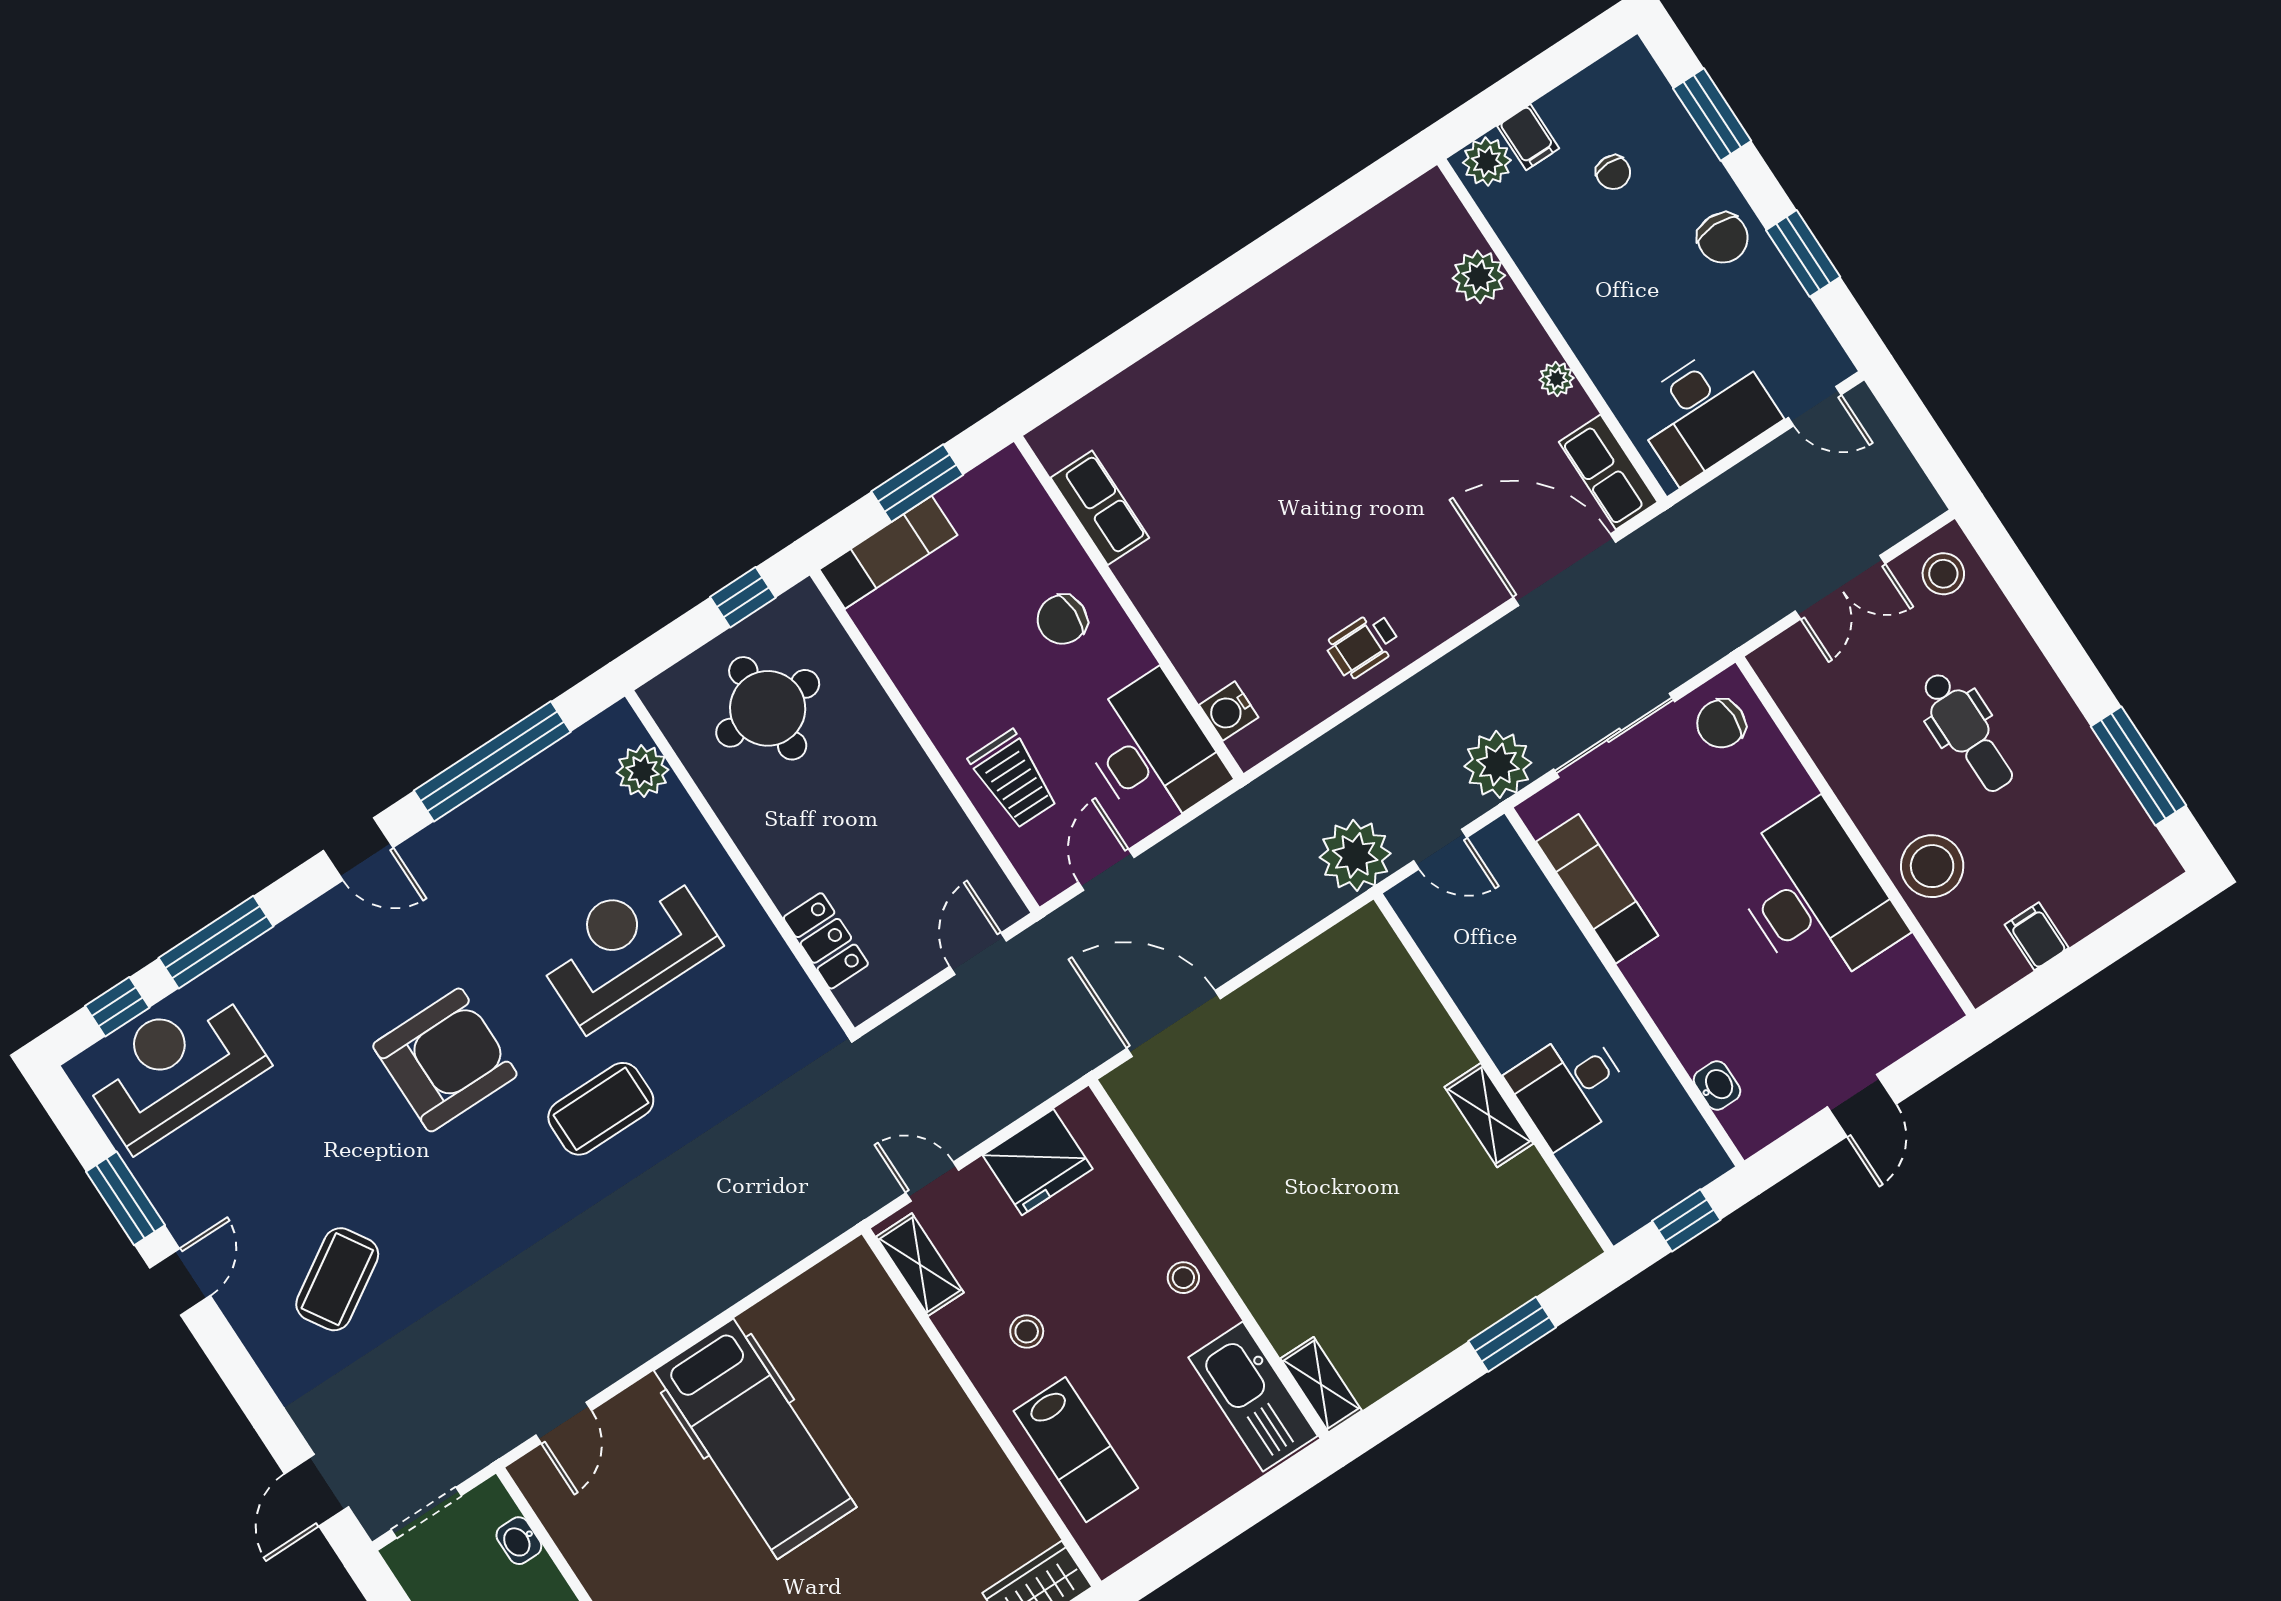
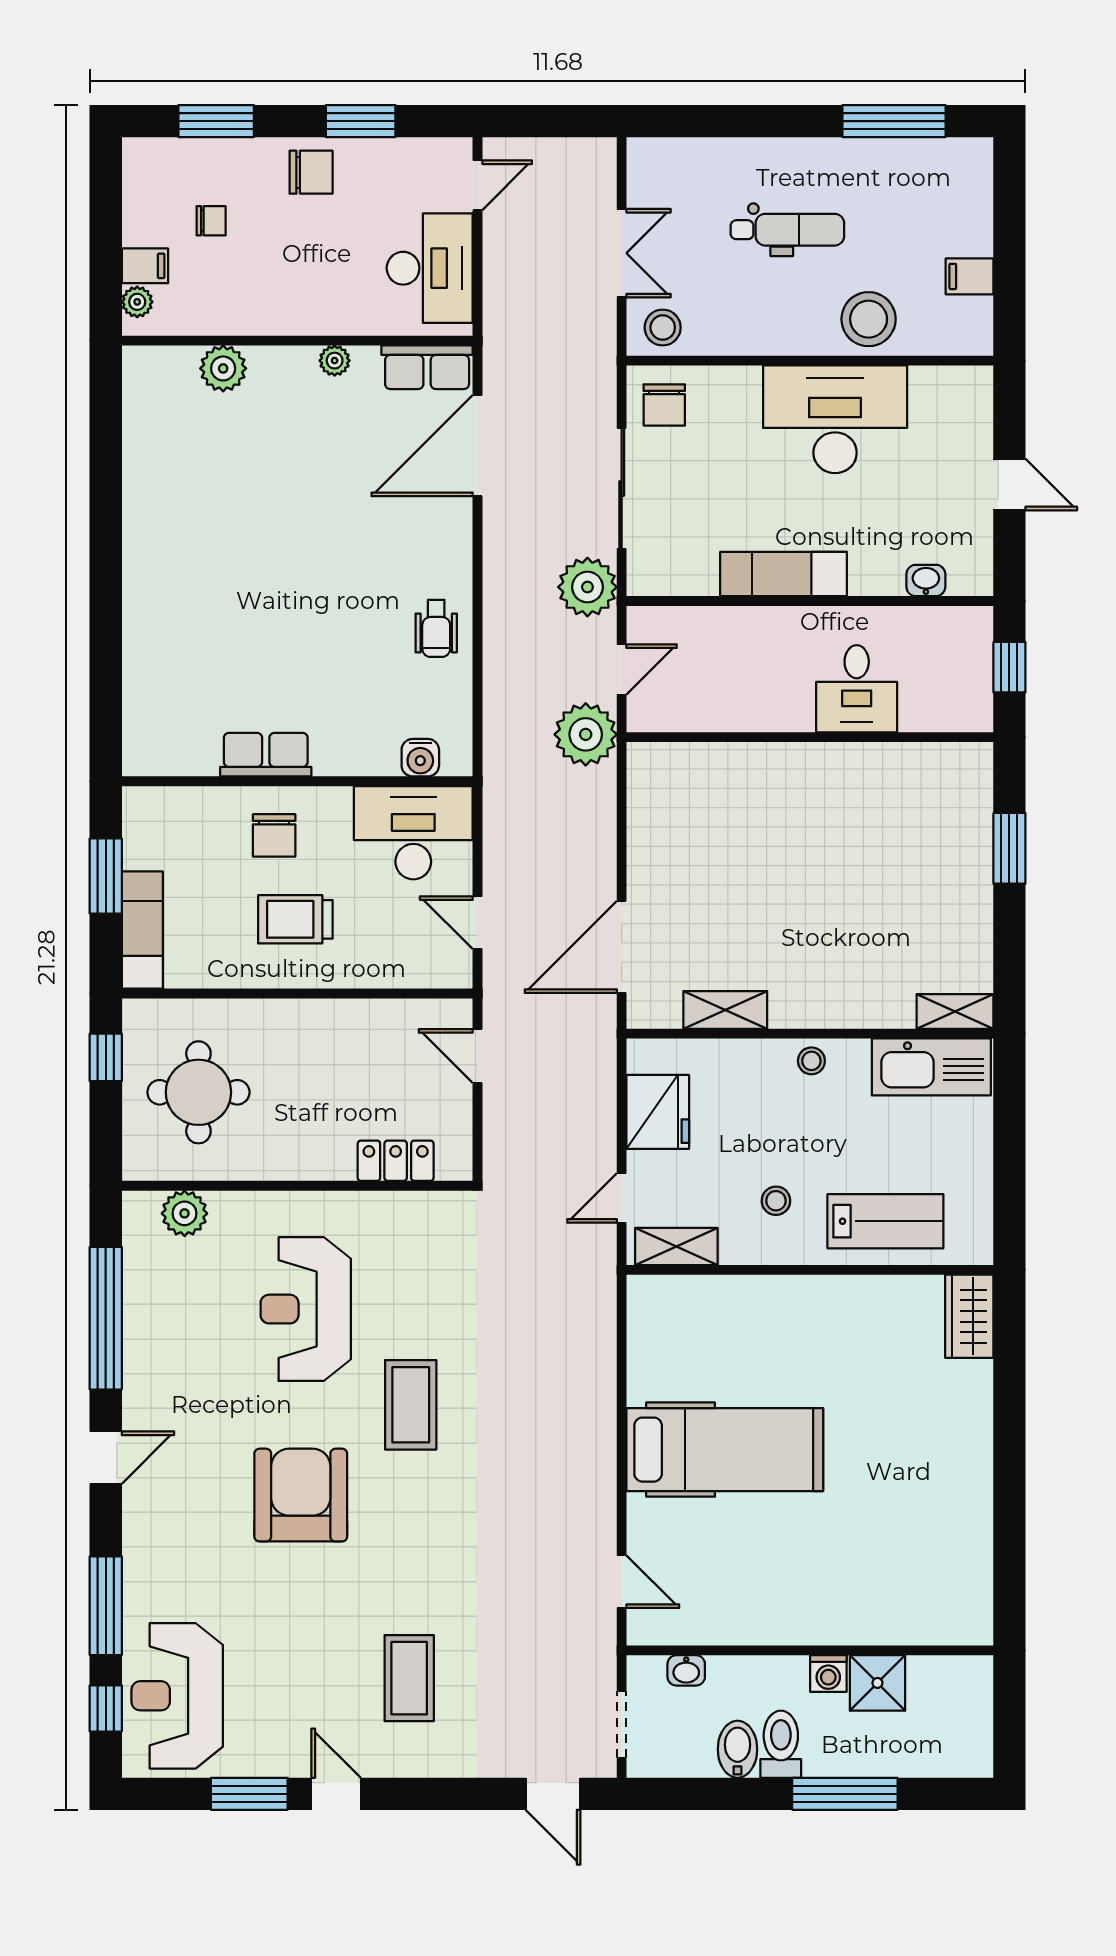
plant: (1487, 162) -> (137, 302), width x0.73, depth x0.73
row of seats: (1100, 508) -> (266, 755), moved
stool: (1943, 574) -> (663, 327), moved
trolley: (1013, 779) -> (295, 919), moved, turned 180
exam couch: (1597, 889) -> (783, 574), moved
shelving: (1489, 1115) -> (725, 1010), moved
coffee table: (337, 1279) -> (409, 1678), turned 32

